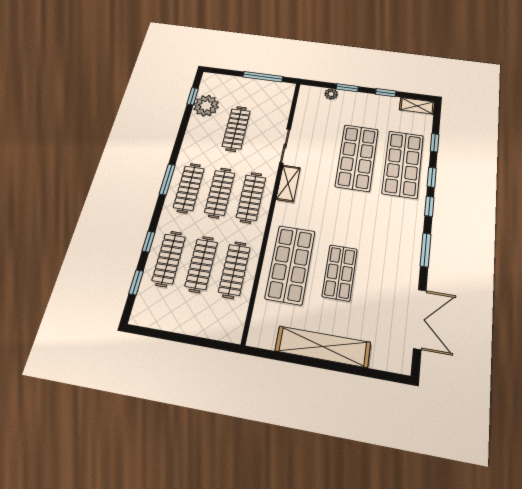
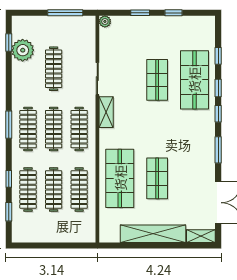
plant: (331, 94) -> (105, 21), moved
shelving: (417, 106) -> (201, 236), moved
shop shelf: (357, 158) -> (157, 80), width x0.70, depth x0.74

